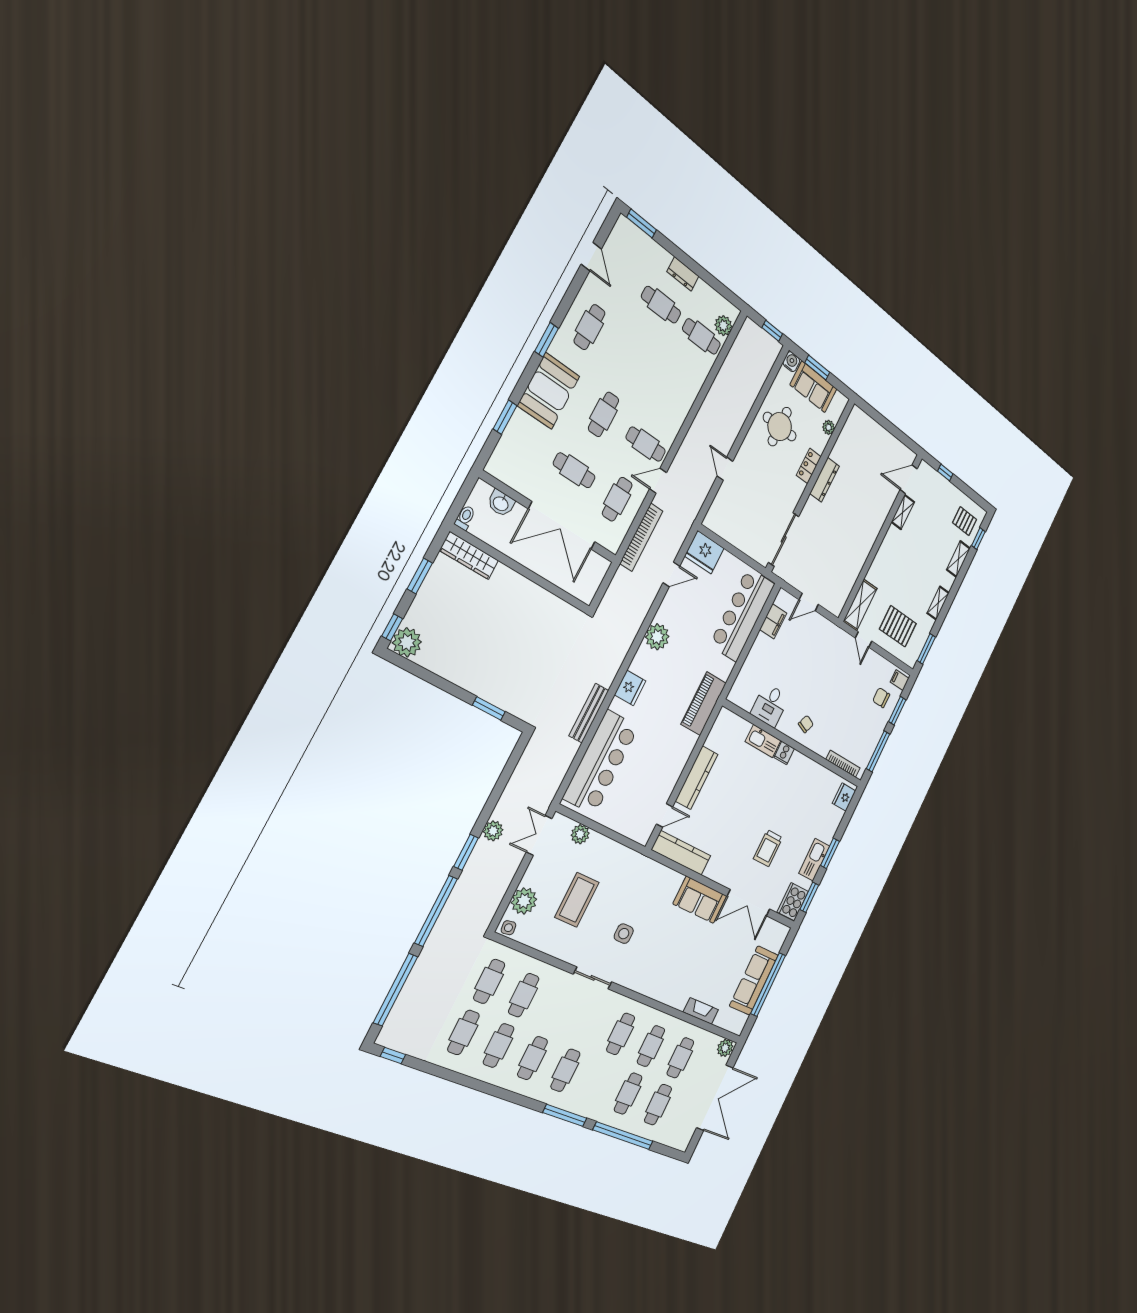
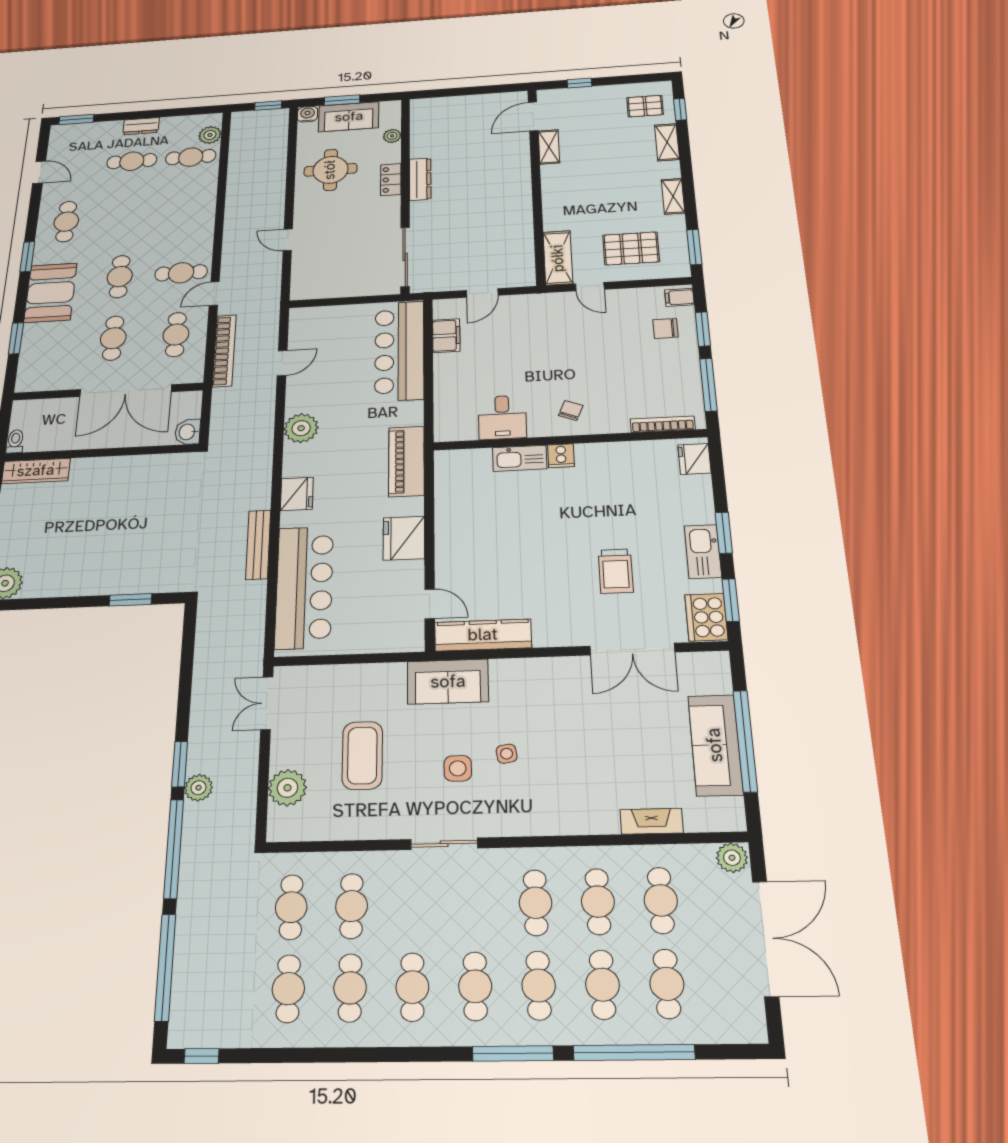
cafe table: (574, 470) -> (113, 338), turned 90
washbasin: (501, 503) -> (188, 432), moved, turned 90
fridge: (704, 552) -> (404, 538), moved, turned 90
kitchen counter: (696, 778) -> (449, 542), removed
door: (664, 815) -> (430, 604), hinge flipped
plant: (493, 831) -> (199, 788), moved
plant: (580, 834) -> (322, 678), removed
sofa: (700, 900) -> (448, 682), moved
side table: (508, 928) -> (507, 754), moved
cafe table: (597, 1082) -> (539, 985), added

